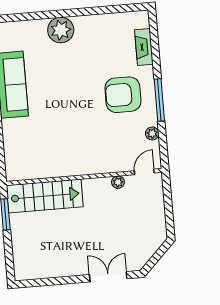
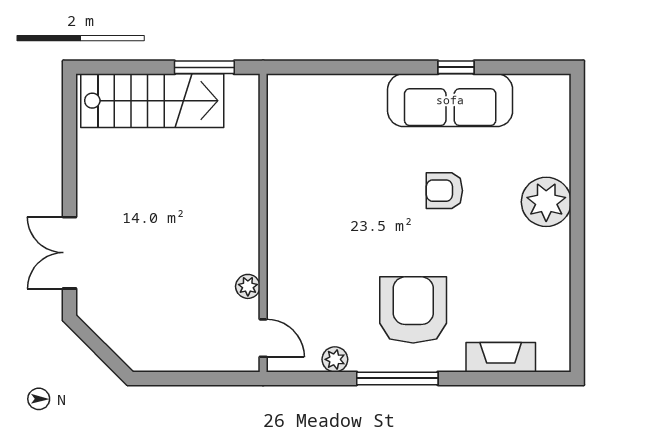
armchair: (59, 84) -> (444, 191), added
stairs: (45, 196) -> (152, 101), moved, turned -90
double door: (108, 277) -> (69, 253), swing flipped

